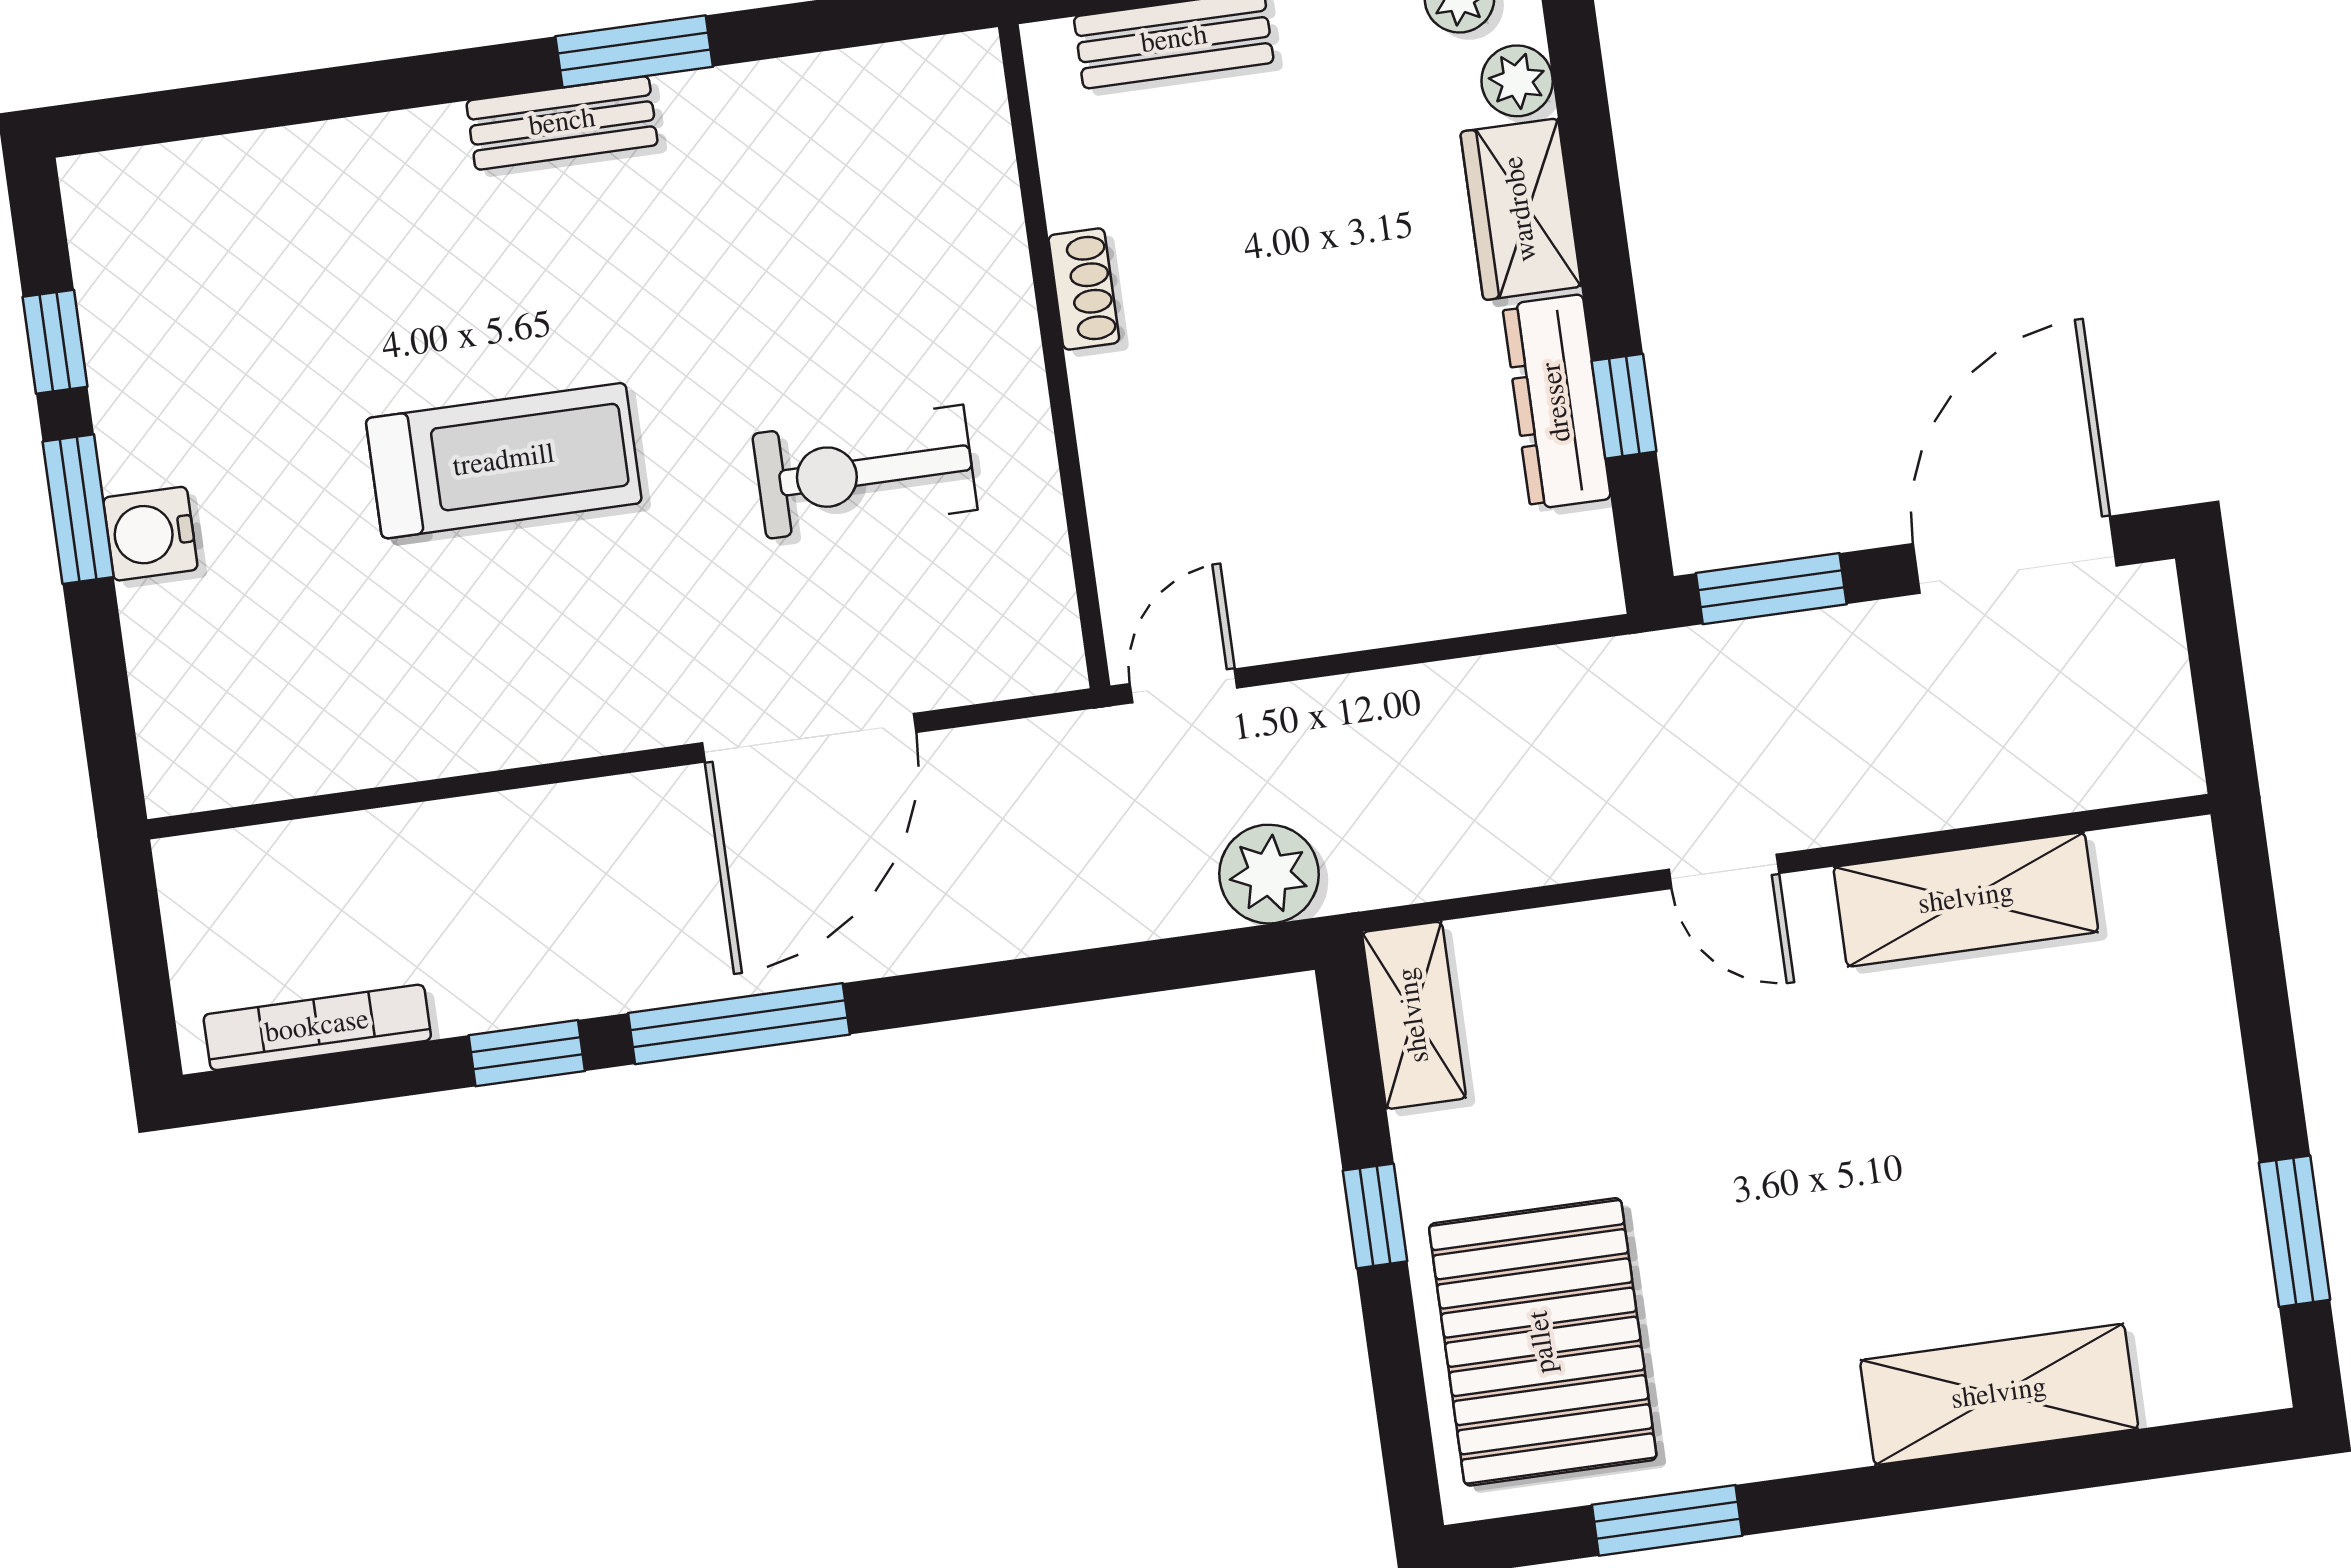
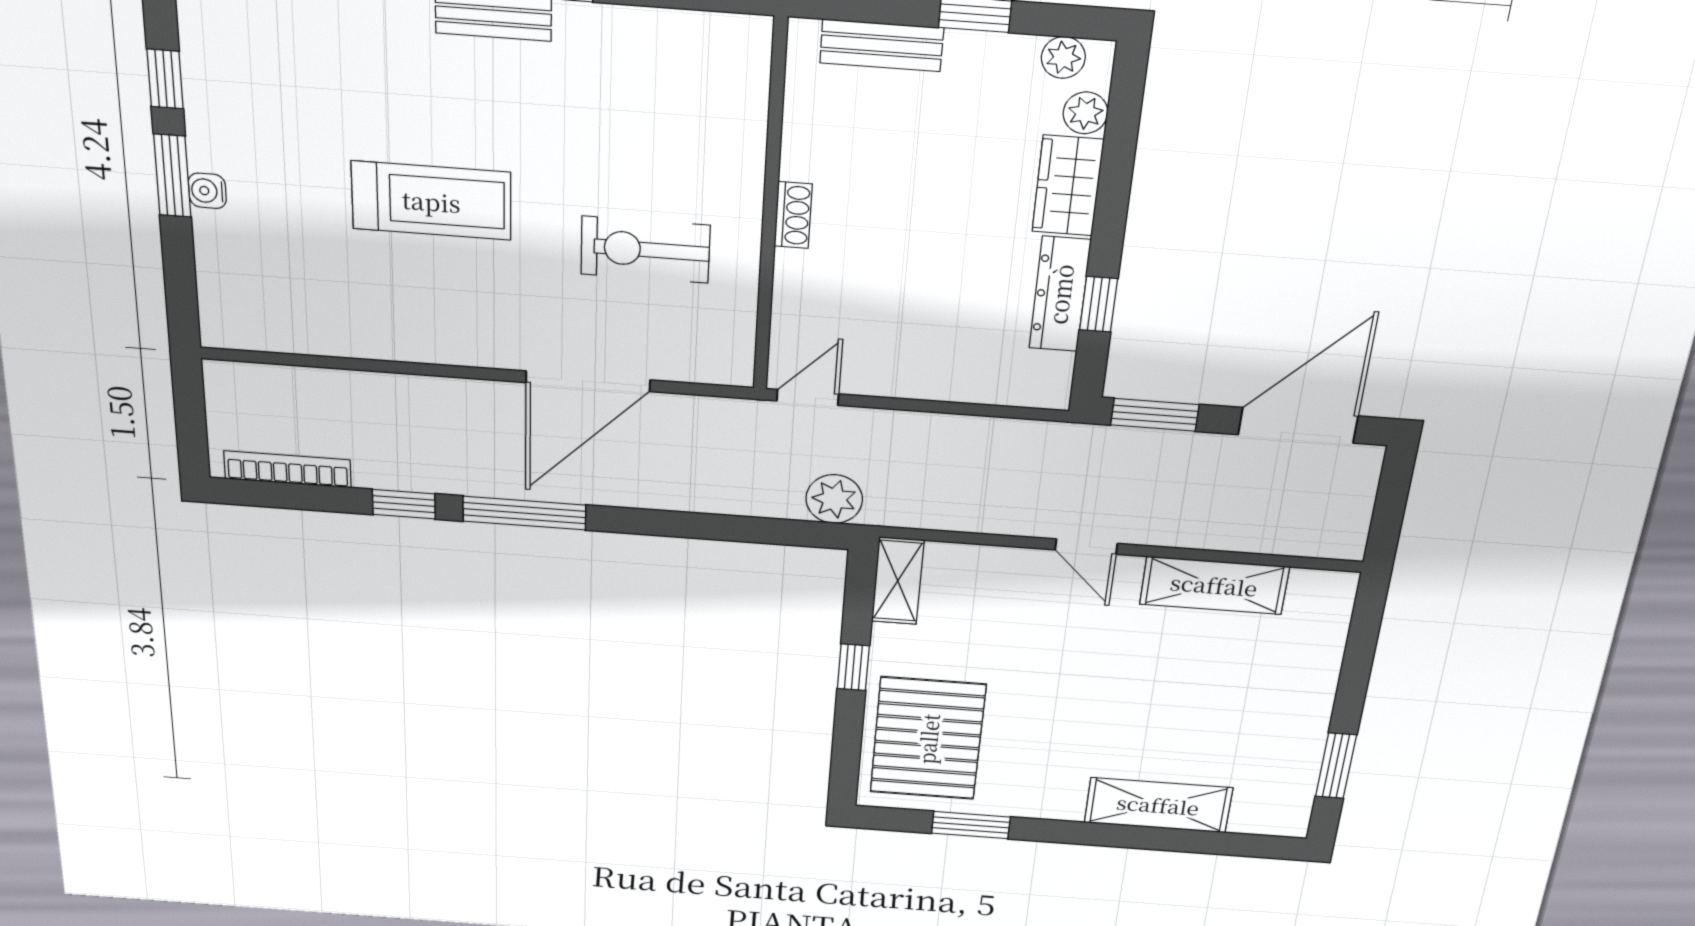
shoe rack: (1084, 289) -> (793, 215), moved
water cooler: (150, 534) -> (207, 191), width x0.72, depth x0.72

